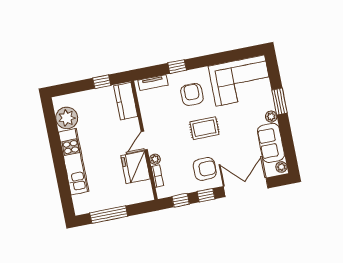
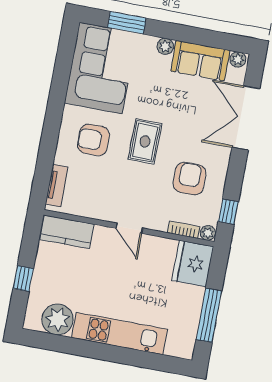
window: (177, 67) -> (48, 145), removed
window: (102, 82) -> (23, 279), moved
window: (279, 101) -> (127, 23), moved
plant: (155, 159) -> (208, 233), moved
fridge: (135, 167) -> (193, 264), moved, turned 90
armchair: (205, 169) -> (189, 179), moved
window: (206, 195) -> (235, 175), removed

